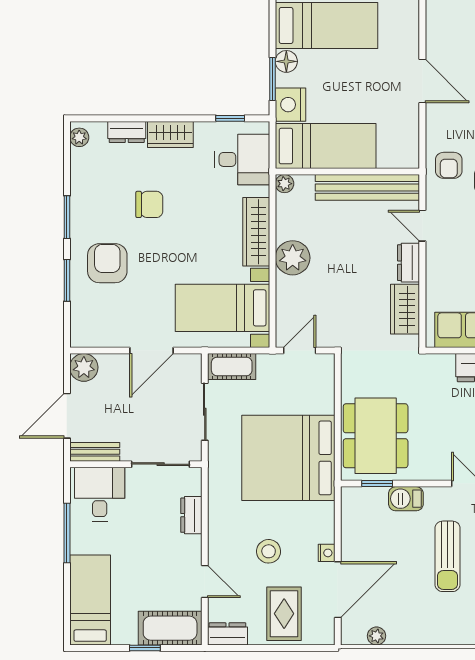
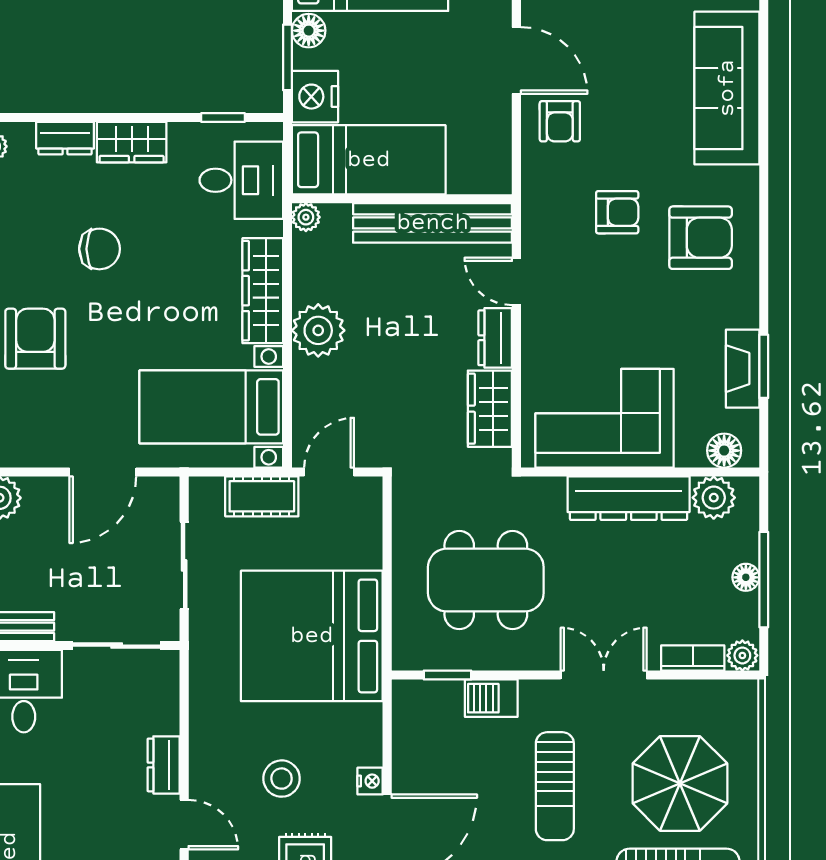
armchair: (449, 165) -> (560, 121), moved
cot: (232, 366) -> (262, 496), moved
dining table: (376, 436) -> (486, 580), moved, turned 90
dresser: (191, 515) -> (164, 765), moved

